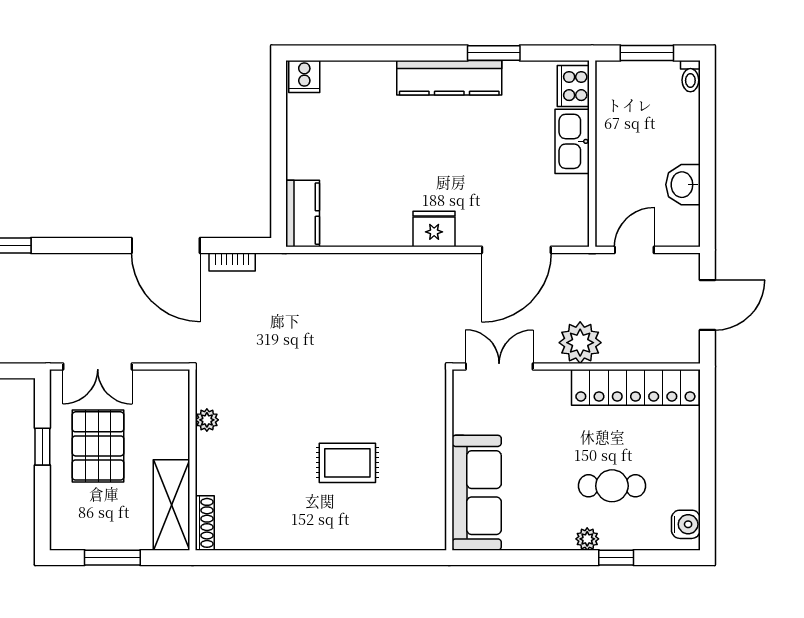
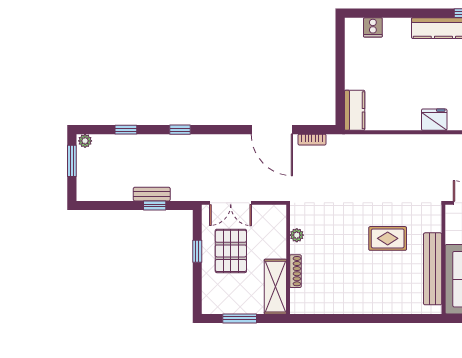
cooker: (304, 76) -> (373, 27), moved
rug: (347, 463) -> (388, 238), moved
bench: (431, 476) -> (433, 269), added
shoe rack: (205, 523) -> (295, 271), moved

